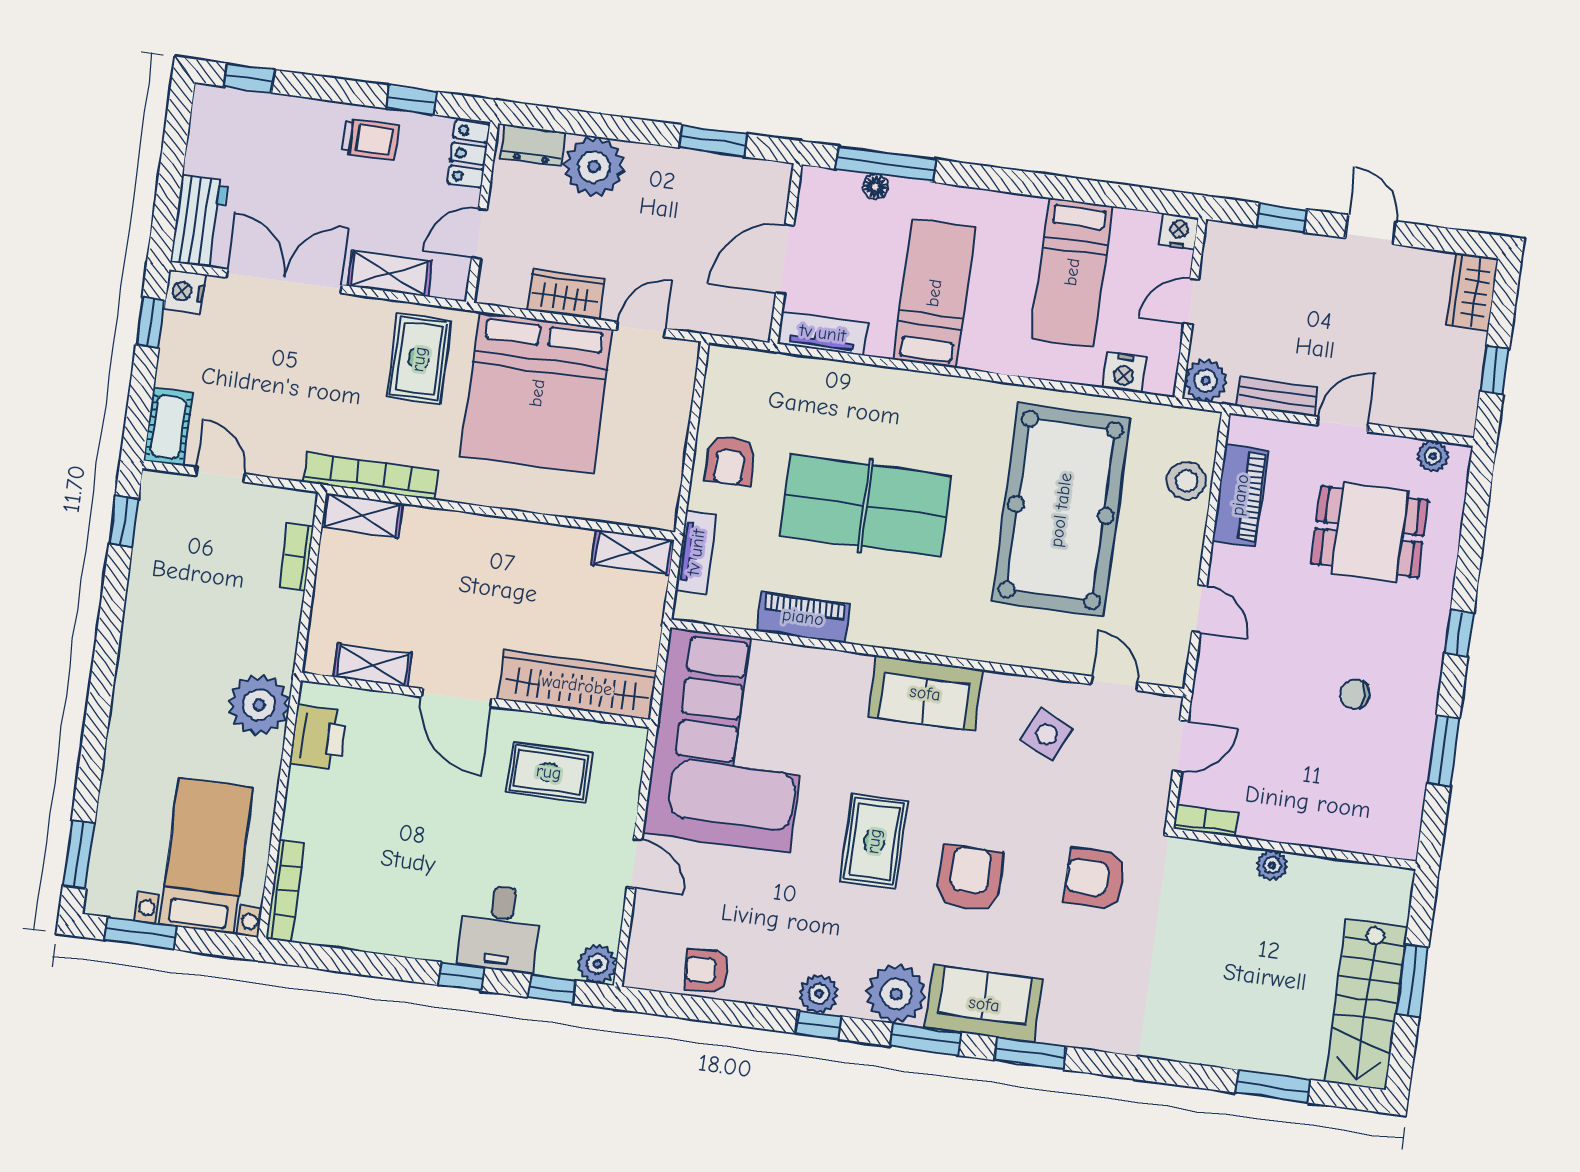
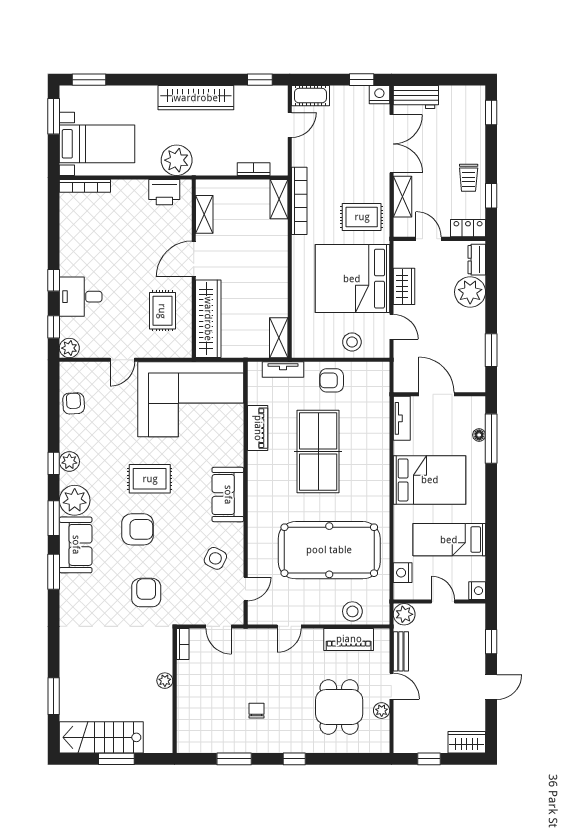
bed: (934, 293) -> (430, 480), width x1.50
stool: (660, 410) -> (352, 342), added
plant: (1433, 456) -> (382, 711), moved
wardrobe: (142, 651) -> (196, 98), added

